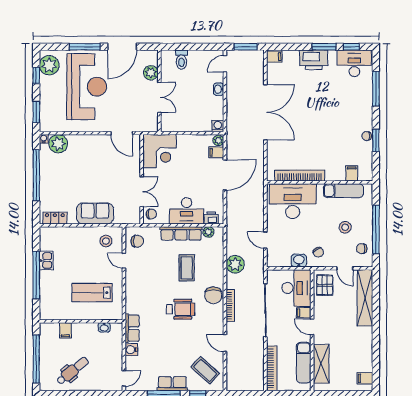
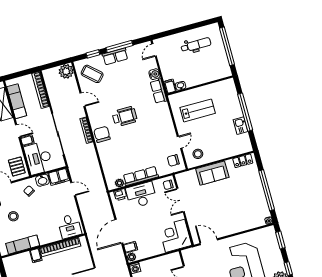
plant: (58, 144) -> (256, 220), removed
filing cabinet: (352, 173) -> (36, 255), moved
desk: (293, 201) -> (70, 226), width x0.53, depth x0.77
filing cabinet: (278, 259) -> (59, 177), added
door: (124, 261) -> (179, 142), hinge flipped
plant: (235, 264) -> (66, 71), moved
coffee table: (187, 268) -> (129, 150), removed
wheelchair: (181, 309) -> (125, 116), turned 180
filing cabinet: (65, 330) -> (170, 86), moved
dental chair: (73, 371) -> (196, 45), turned -141

